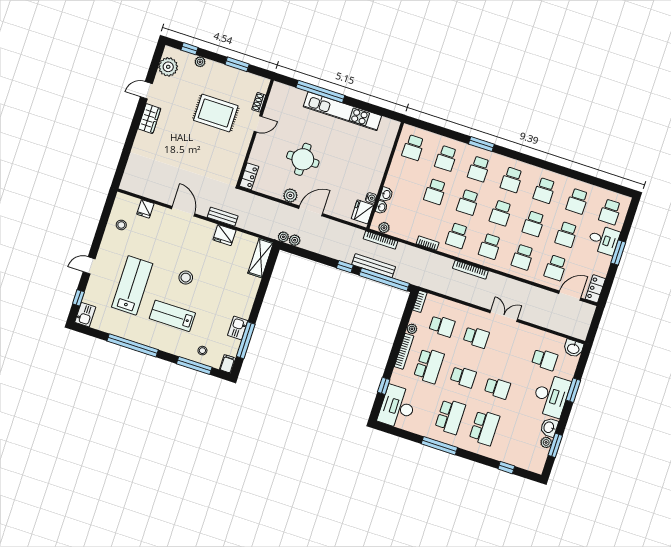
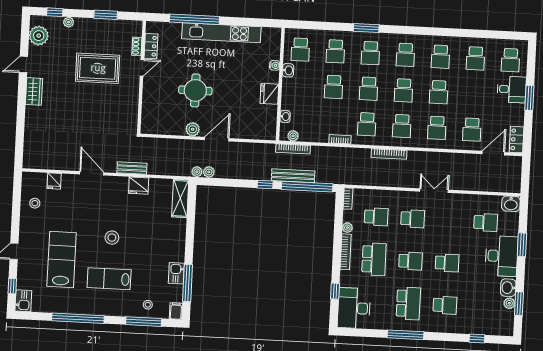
locker: (249, 176) -> (151, 46), moved
washbasin: (386, 194) -> (288, 70), moved
water cooler: (371, 198) -> (275, 65), moved
fridge: (362, 212) -> (269, 94), moved
school desk: (566, 234) -> (474, 94), removed
school desk: (484, 428) -> (445, 305), width x0.54

